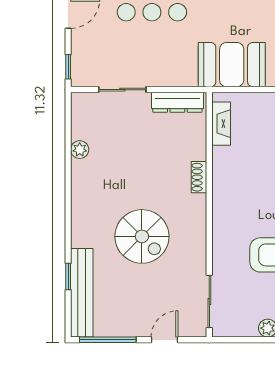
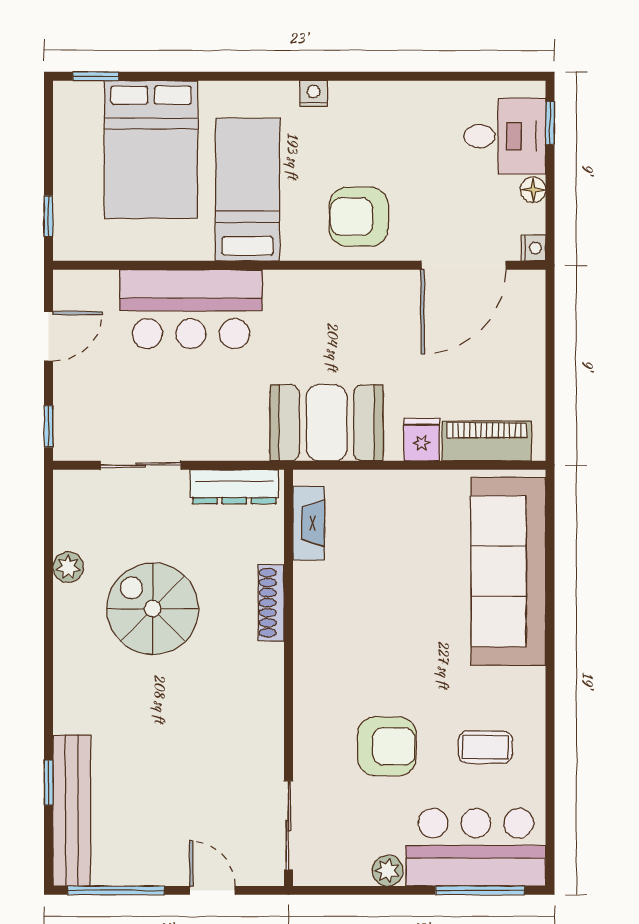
shoe rack: (199, 177) -> (271, 603), width x1.43
spiral stairs: (142, 236) -> (153, 609), moved, turned 180
door: (164, 340) -> (212, 890), hinge flipped

